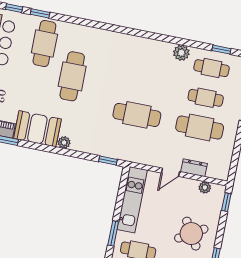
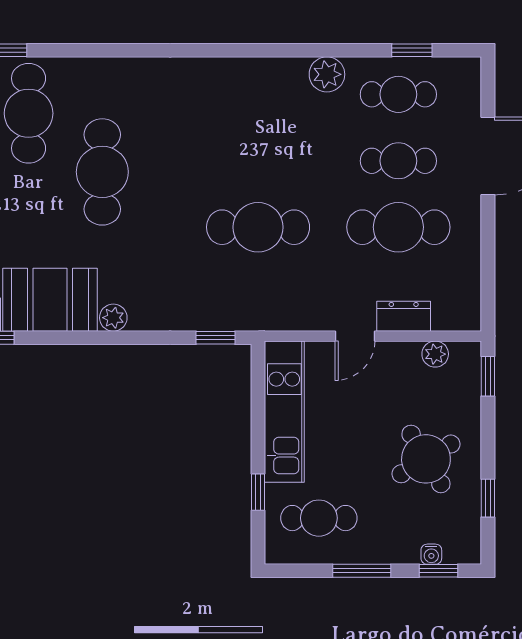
window: (113, 233) -> (258, 492), width x0.67

